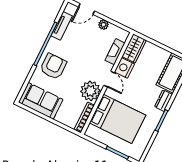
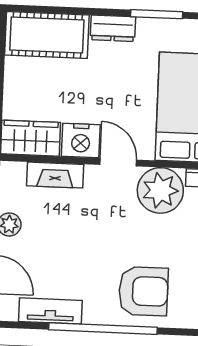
armchair: (53, 66) -> (143, 291), turned 180
door: (109, 79) -> (118, 162), hinge flipped

